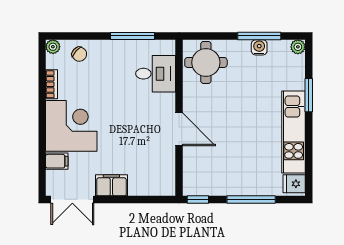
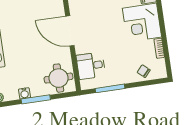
window: (259, 36) -> (36, 99), moved
plant: (53, 47) -> (162, 74), removed
door: (179, 129) -> (70, 31), width x1.36

